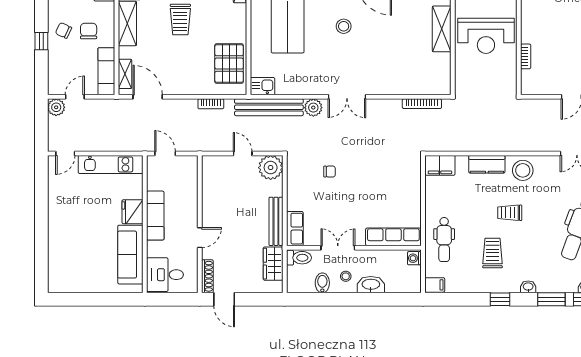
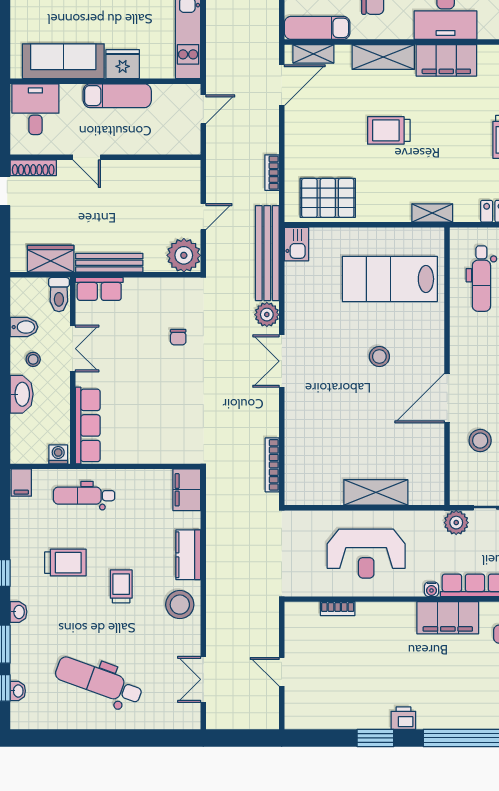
reception desk: (486, 36) -> (366, 554), turned -90

